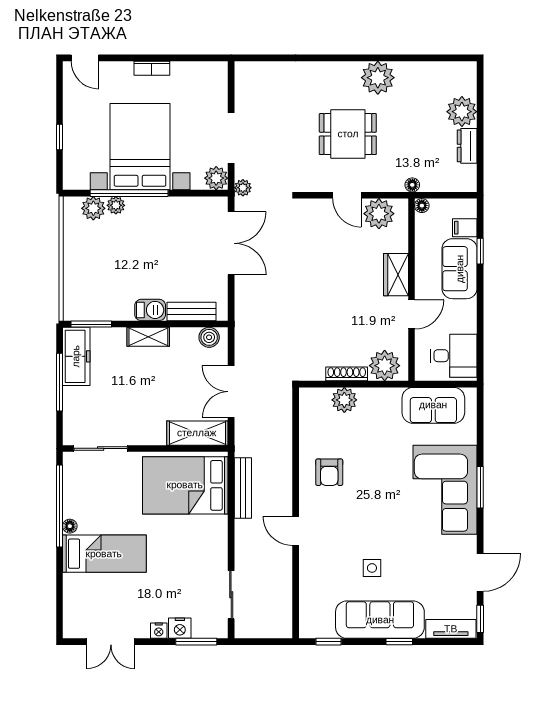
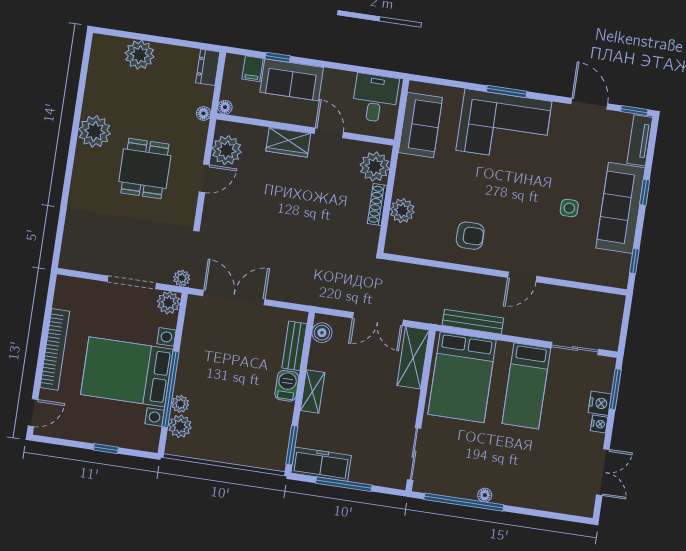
bookcase: (152, 68) -> (55, 349), width x2.31, depth x1.31
dresser: (467, 146) -> (208, 67), moved, turned 90
bed: (104, 554) -> (526, 386), moved, turned 180

